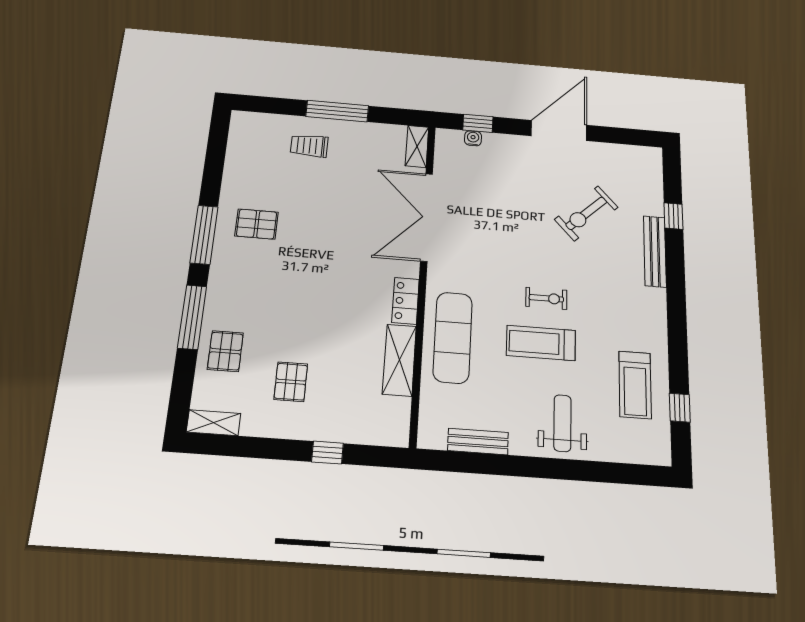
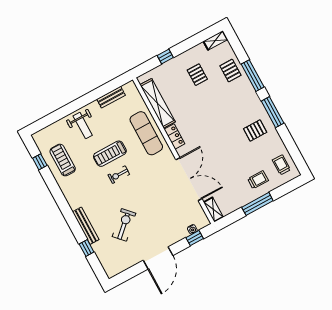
trolley: (253, 144) -> (281, 165), added
treadmill: (541, 343) -> (110, 154), turned 180
shelving: (399, 360) -> (158, 103), width x1.47

